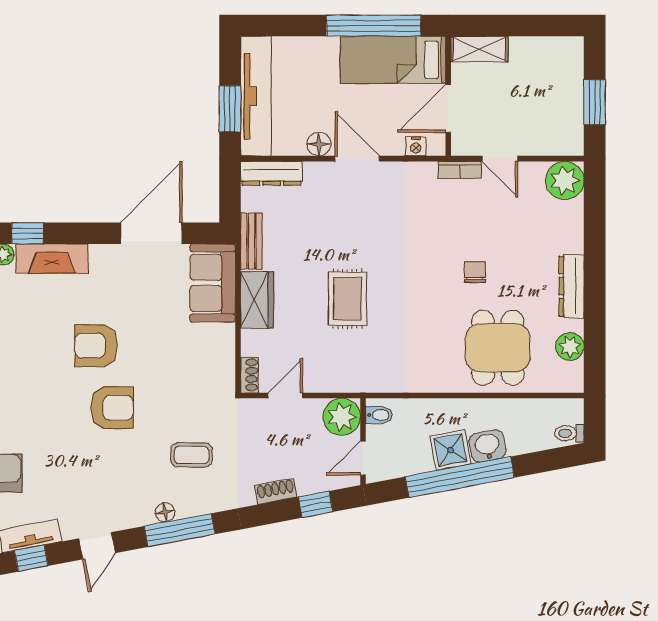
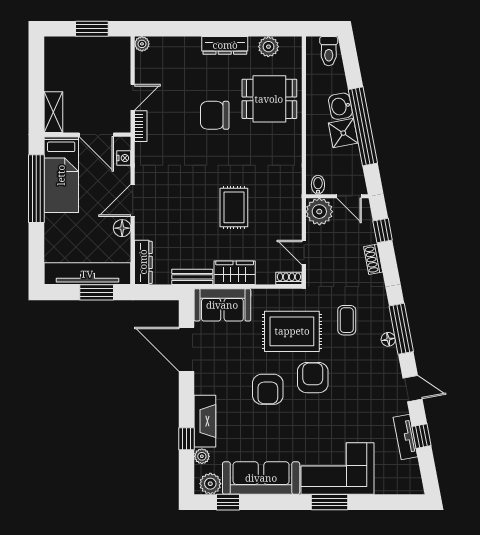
plant: (565, 180) -> (142, 44), width x0.53, depth x0.53
chair: (475, 272) -> (215, 115), width x1.87, depth x1.87
rug: (348, 299) -> (234, 207), turned 90
rug: (176, 379) -> (292, 331), added
toilet: (569, 433) -> (329, 51), width x1.37, depth x1.39

